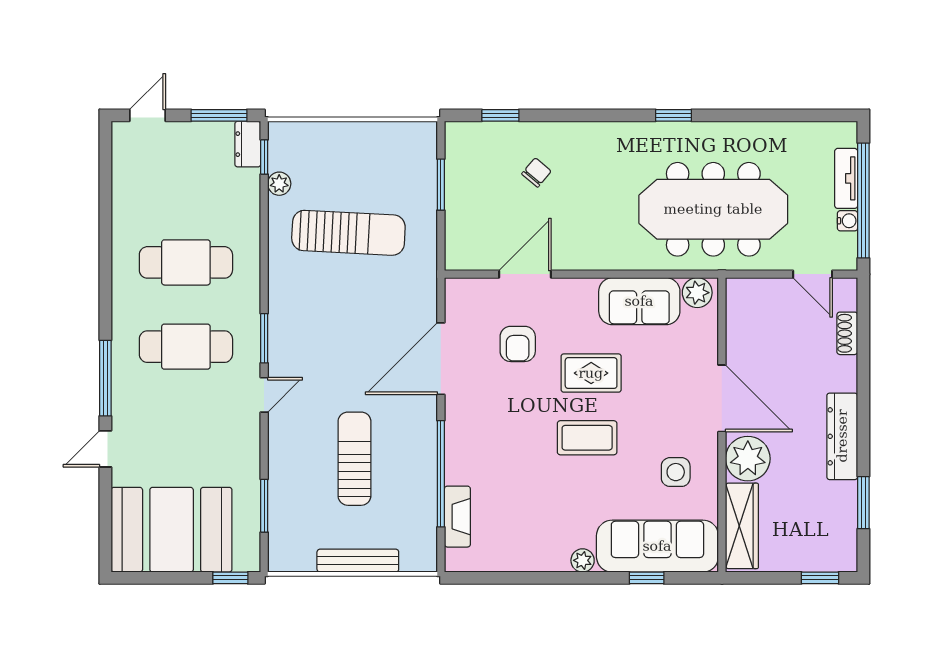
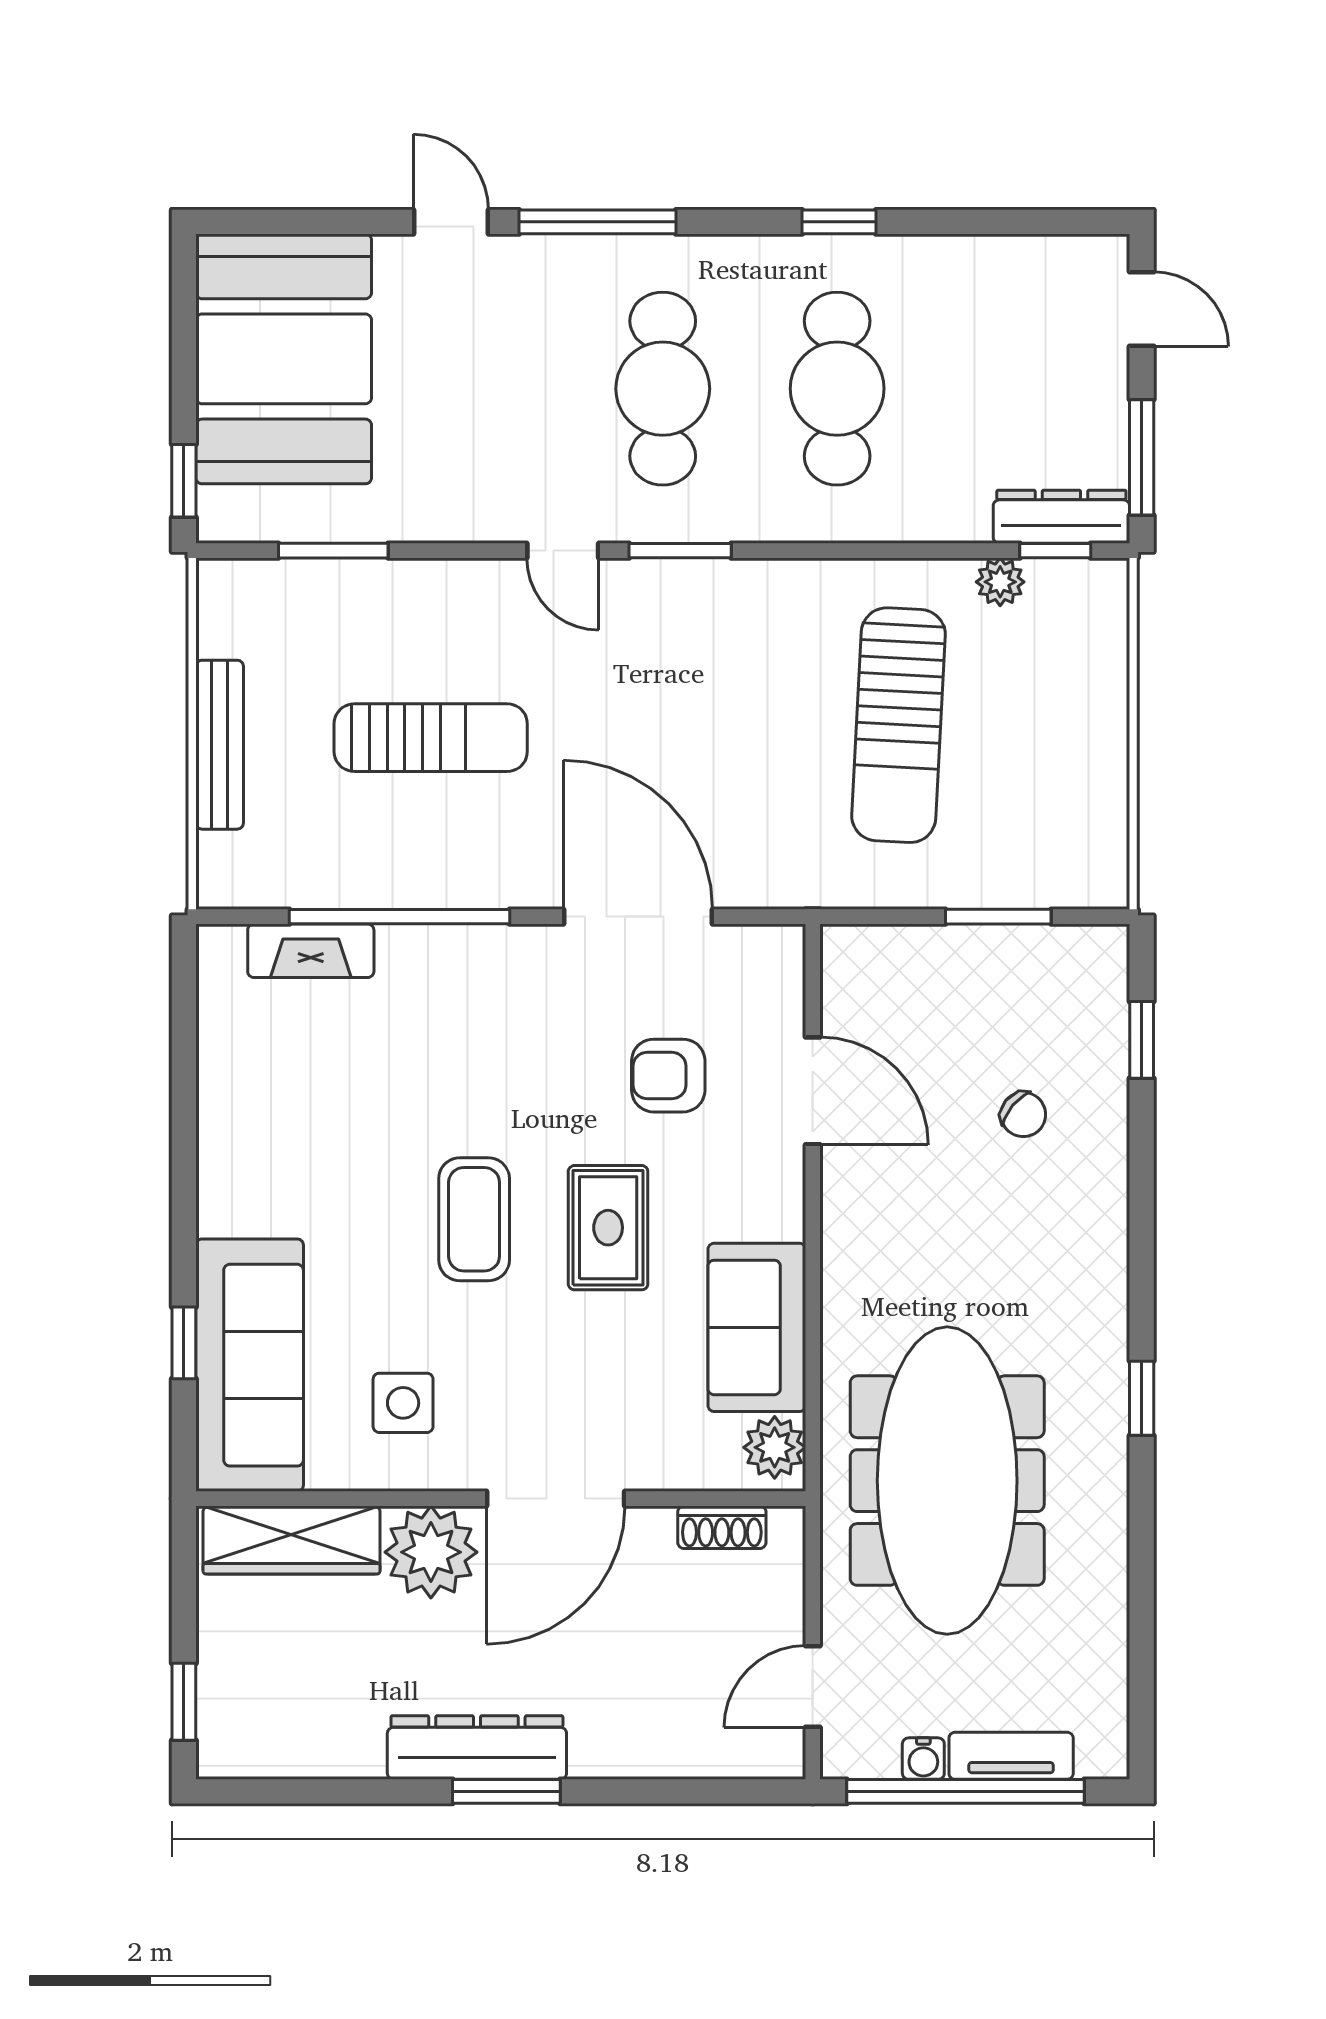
dresser: (248, 144) -> (1061, 517), width x1.44
window: (105, 262) -> (839, 222), added
shoe rack: (847, 333) -> (722, 1527), moved, turned 180
window: (863, 503) -> (506, 1791), moved
plant: (583, 560) -> (220, 1210), removed

